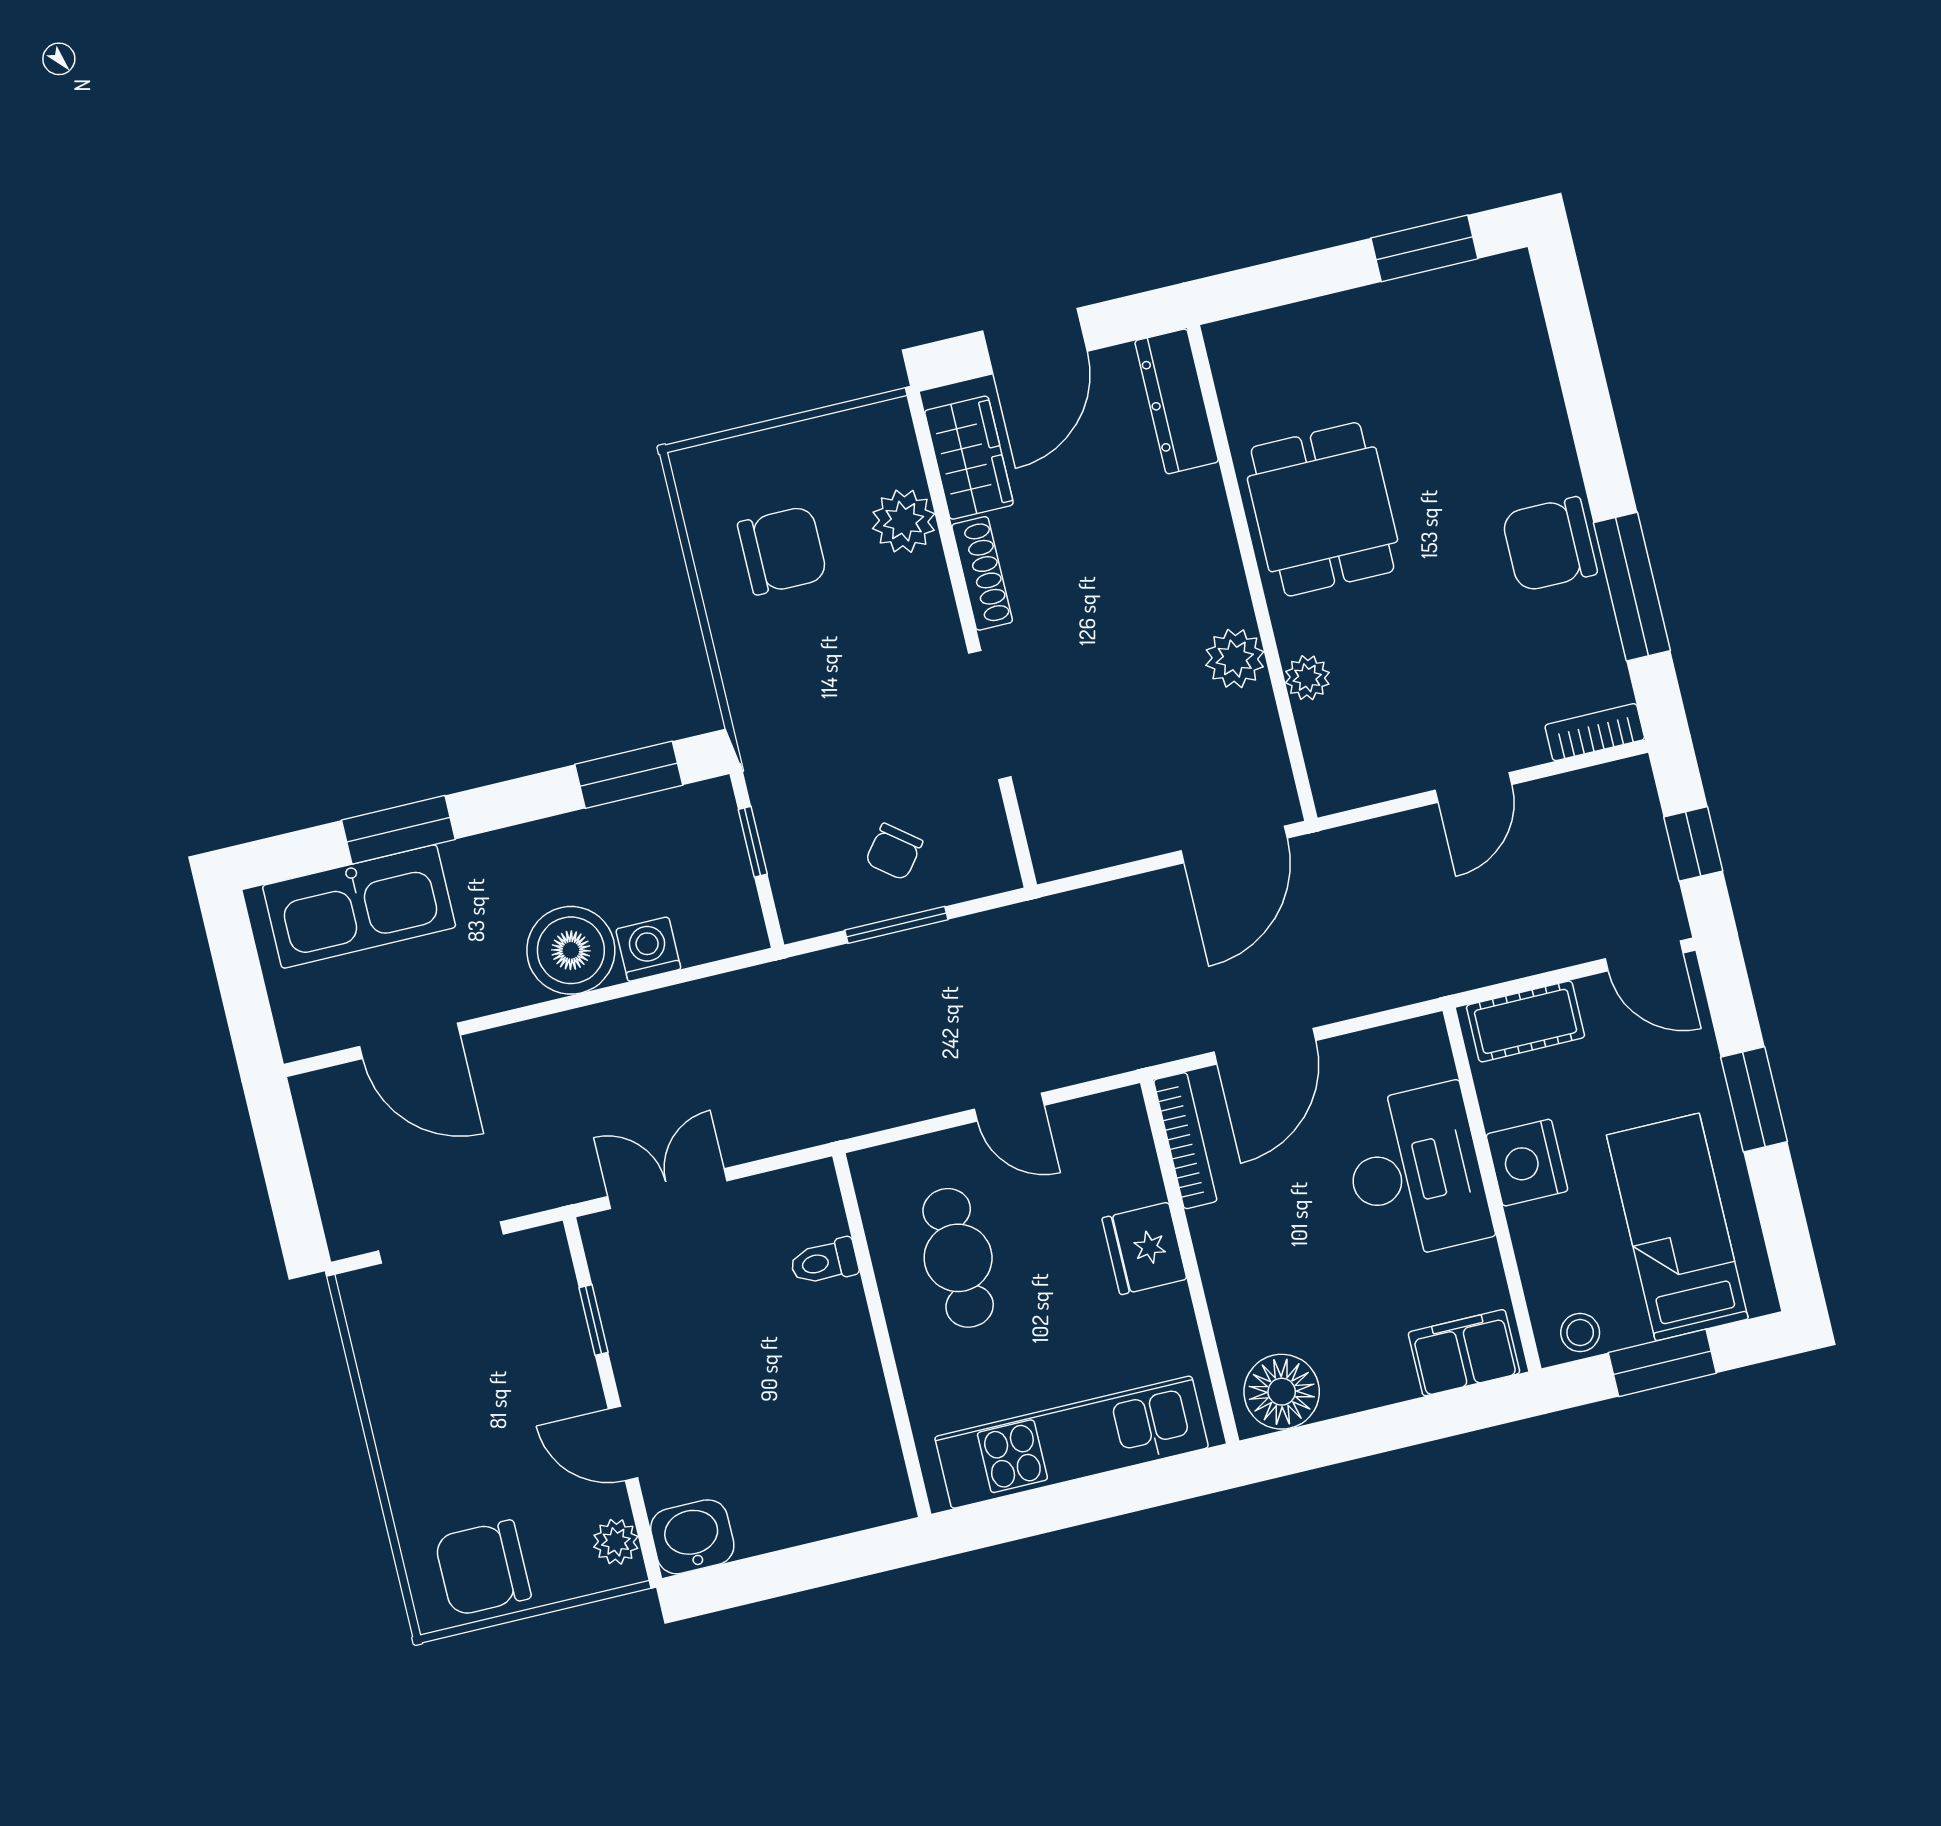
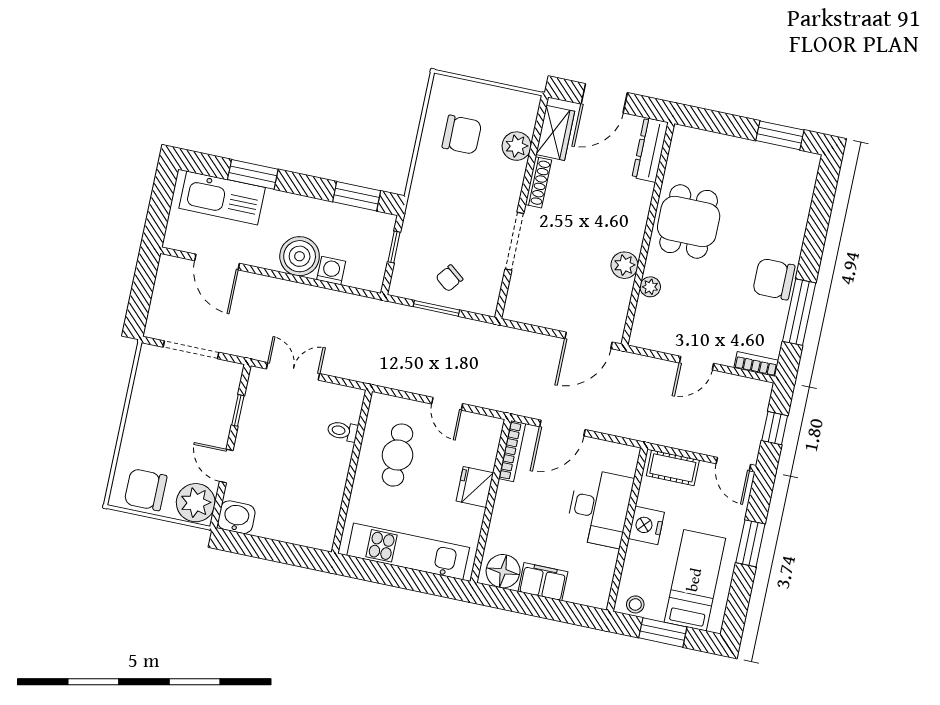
filing cabinet: (1464, 1353) -> (543, 582), moved
plant: (616, 1542) -> (196, 503), width x1.87, depth x1.87

